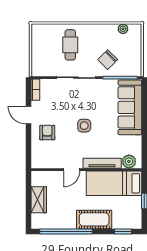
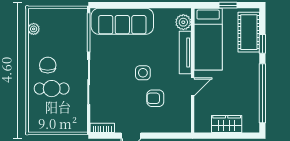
chair: (108, 60) -> (48, 65), moved, turned -135
armchair: (47, 133) -> (155, 98), moved
door: (72, 170) -> (193, 87), hinge flipped
cot: (94, 219) -> (249, 32), moved
window: (123, 231) -> (262, 44), moved

